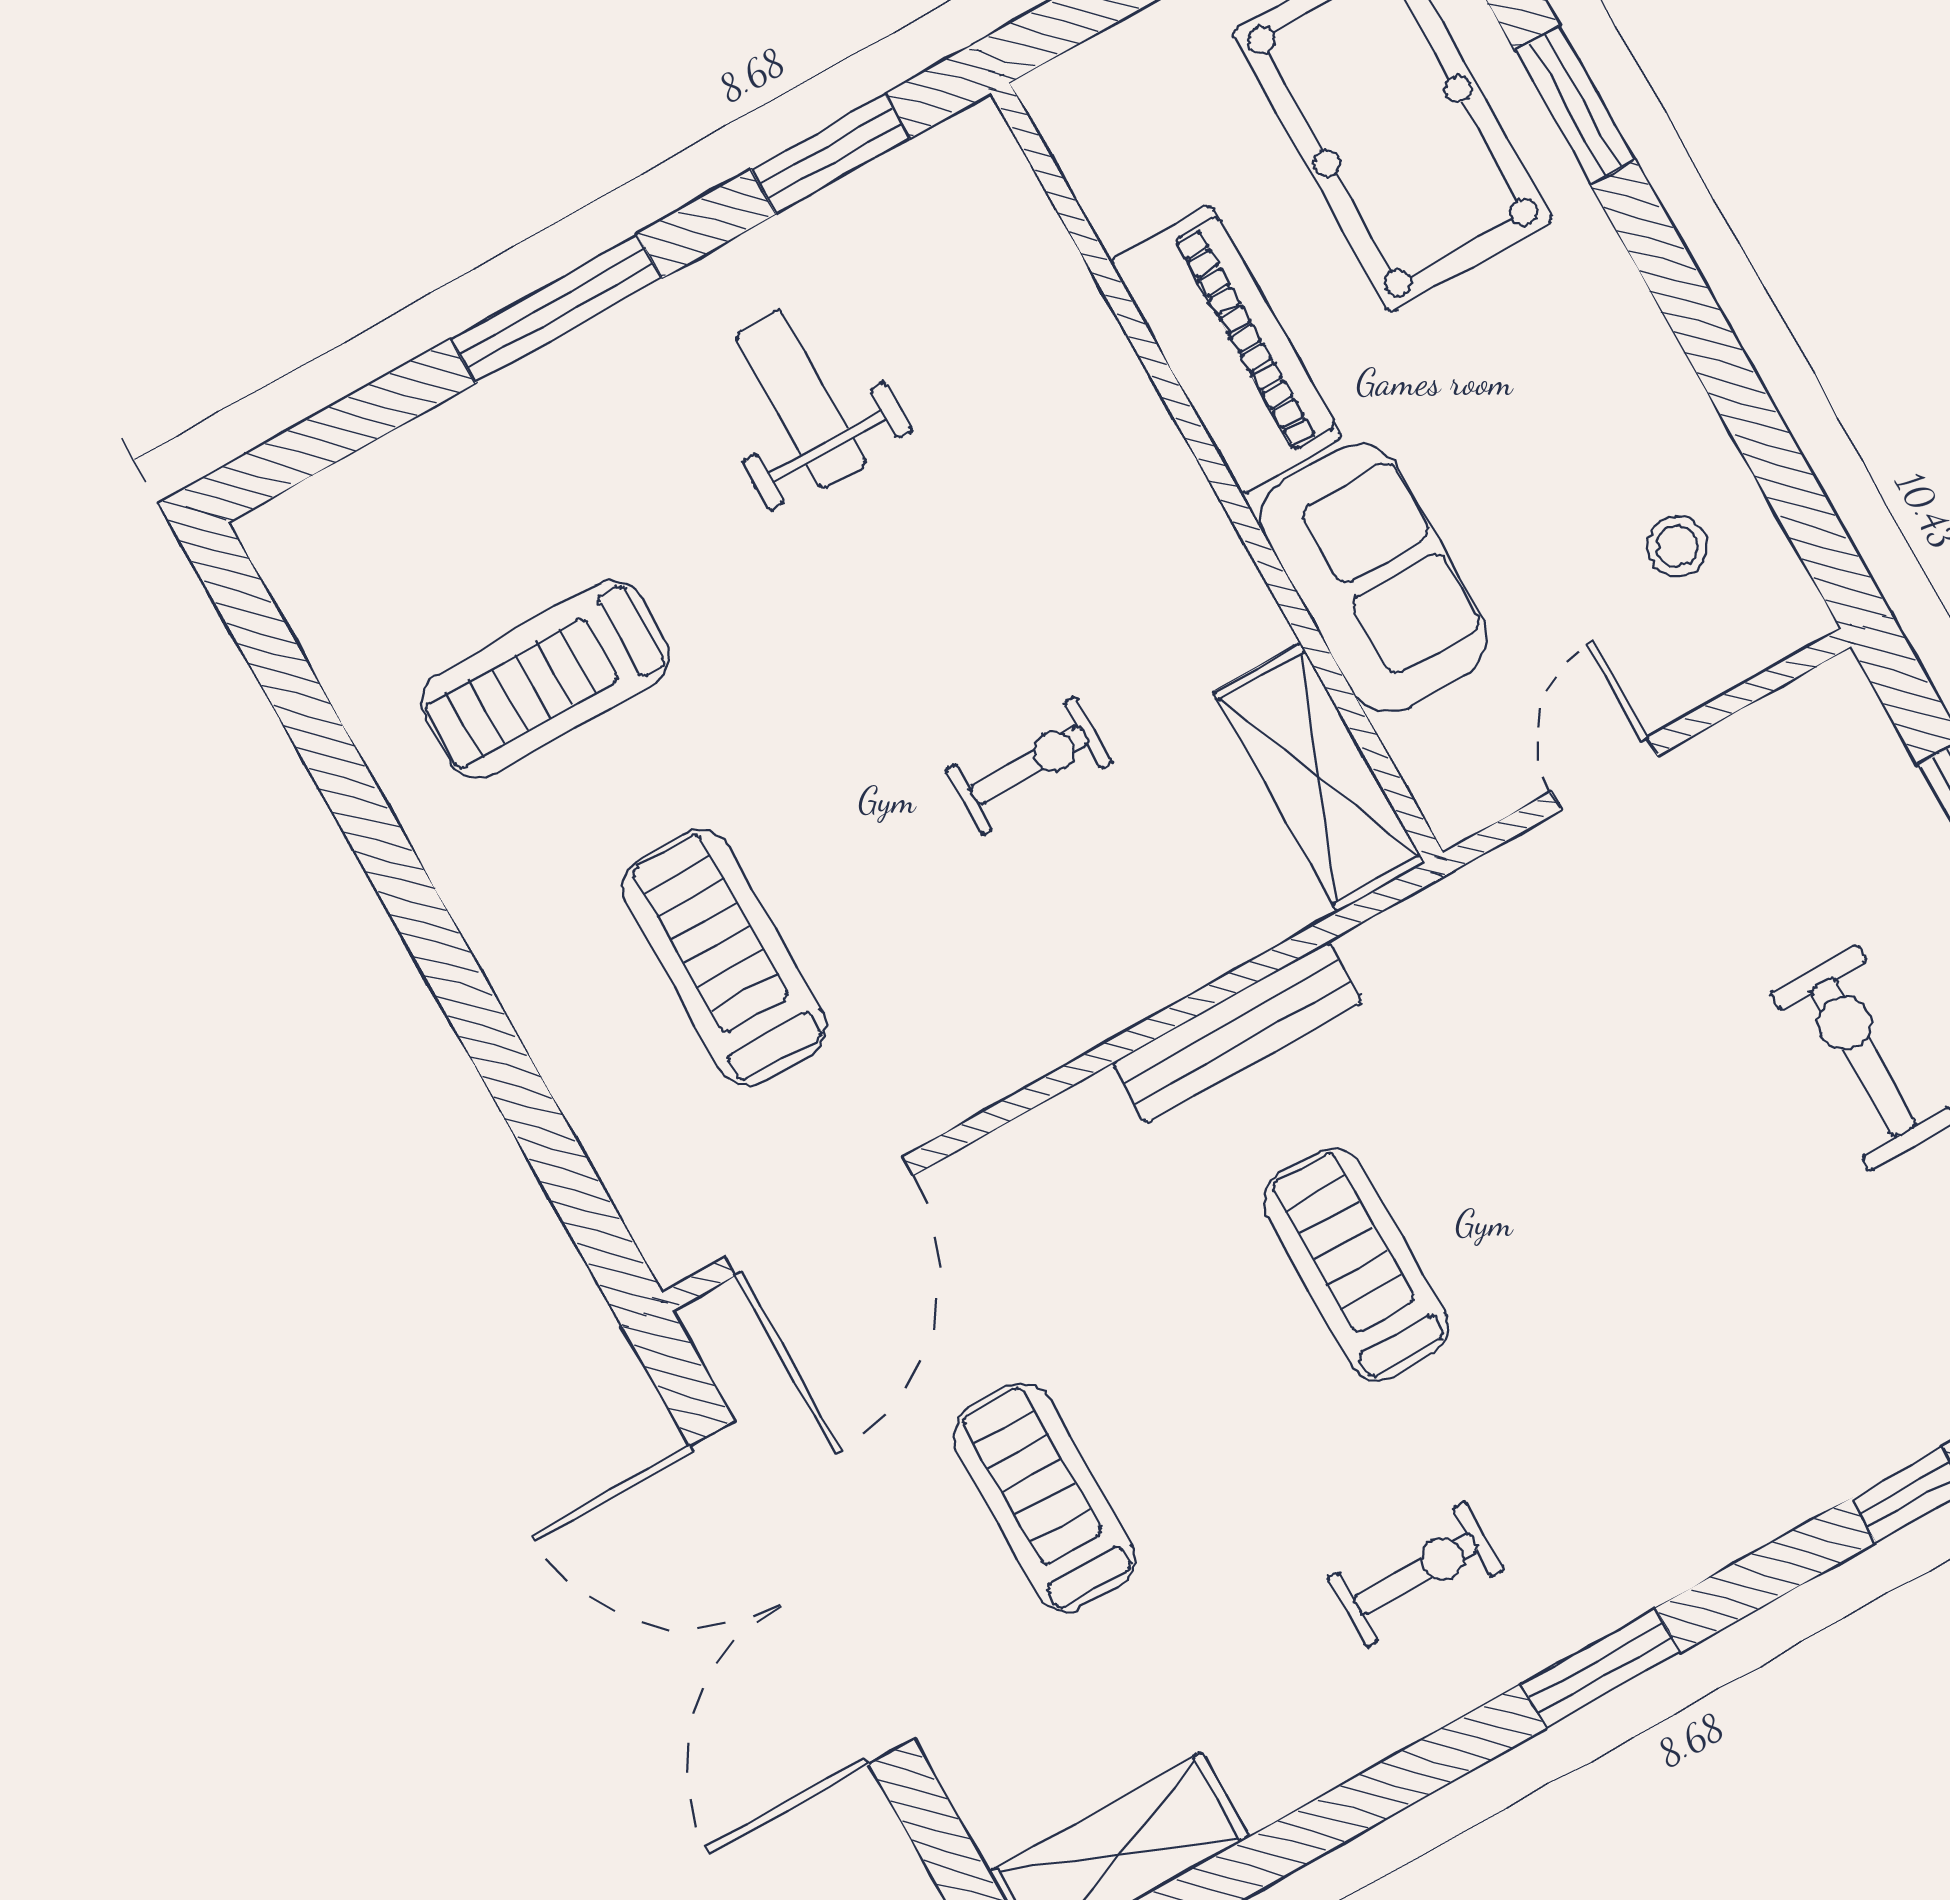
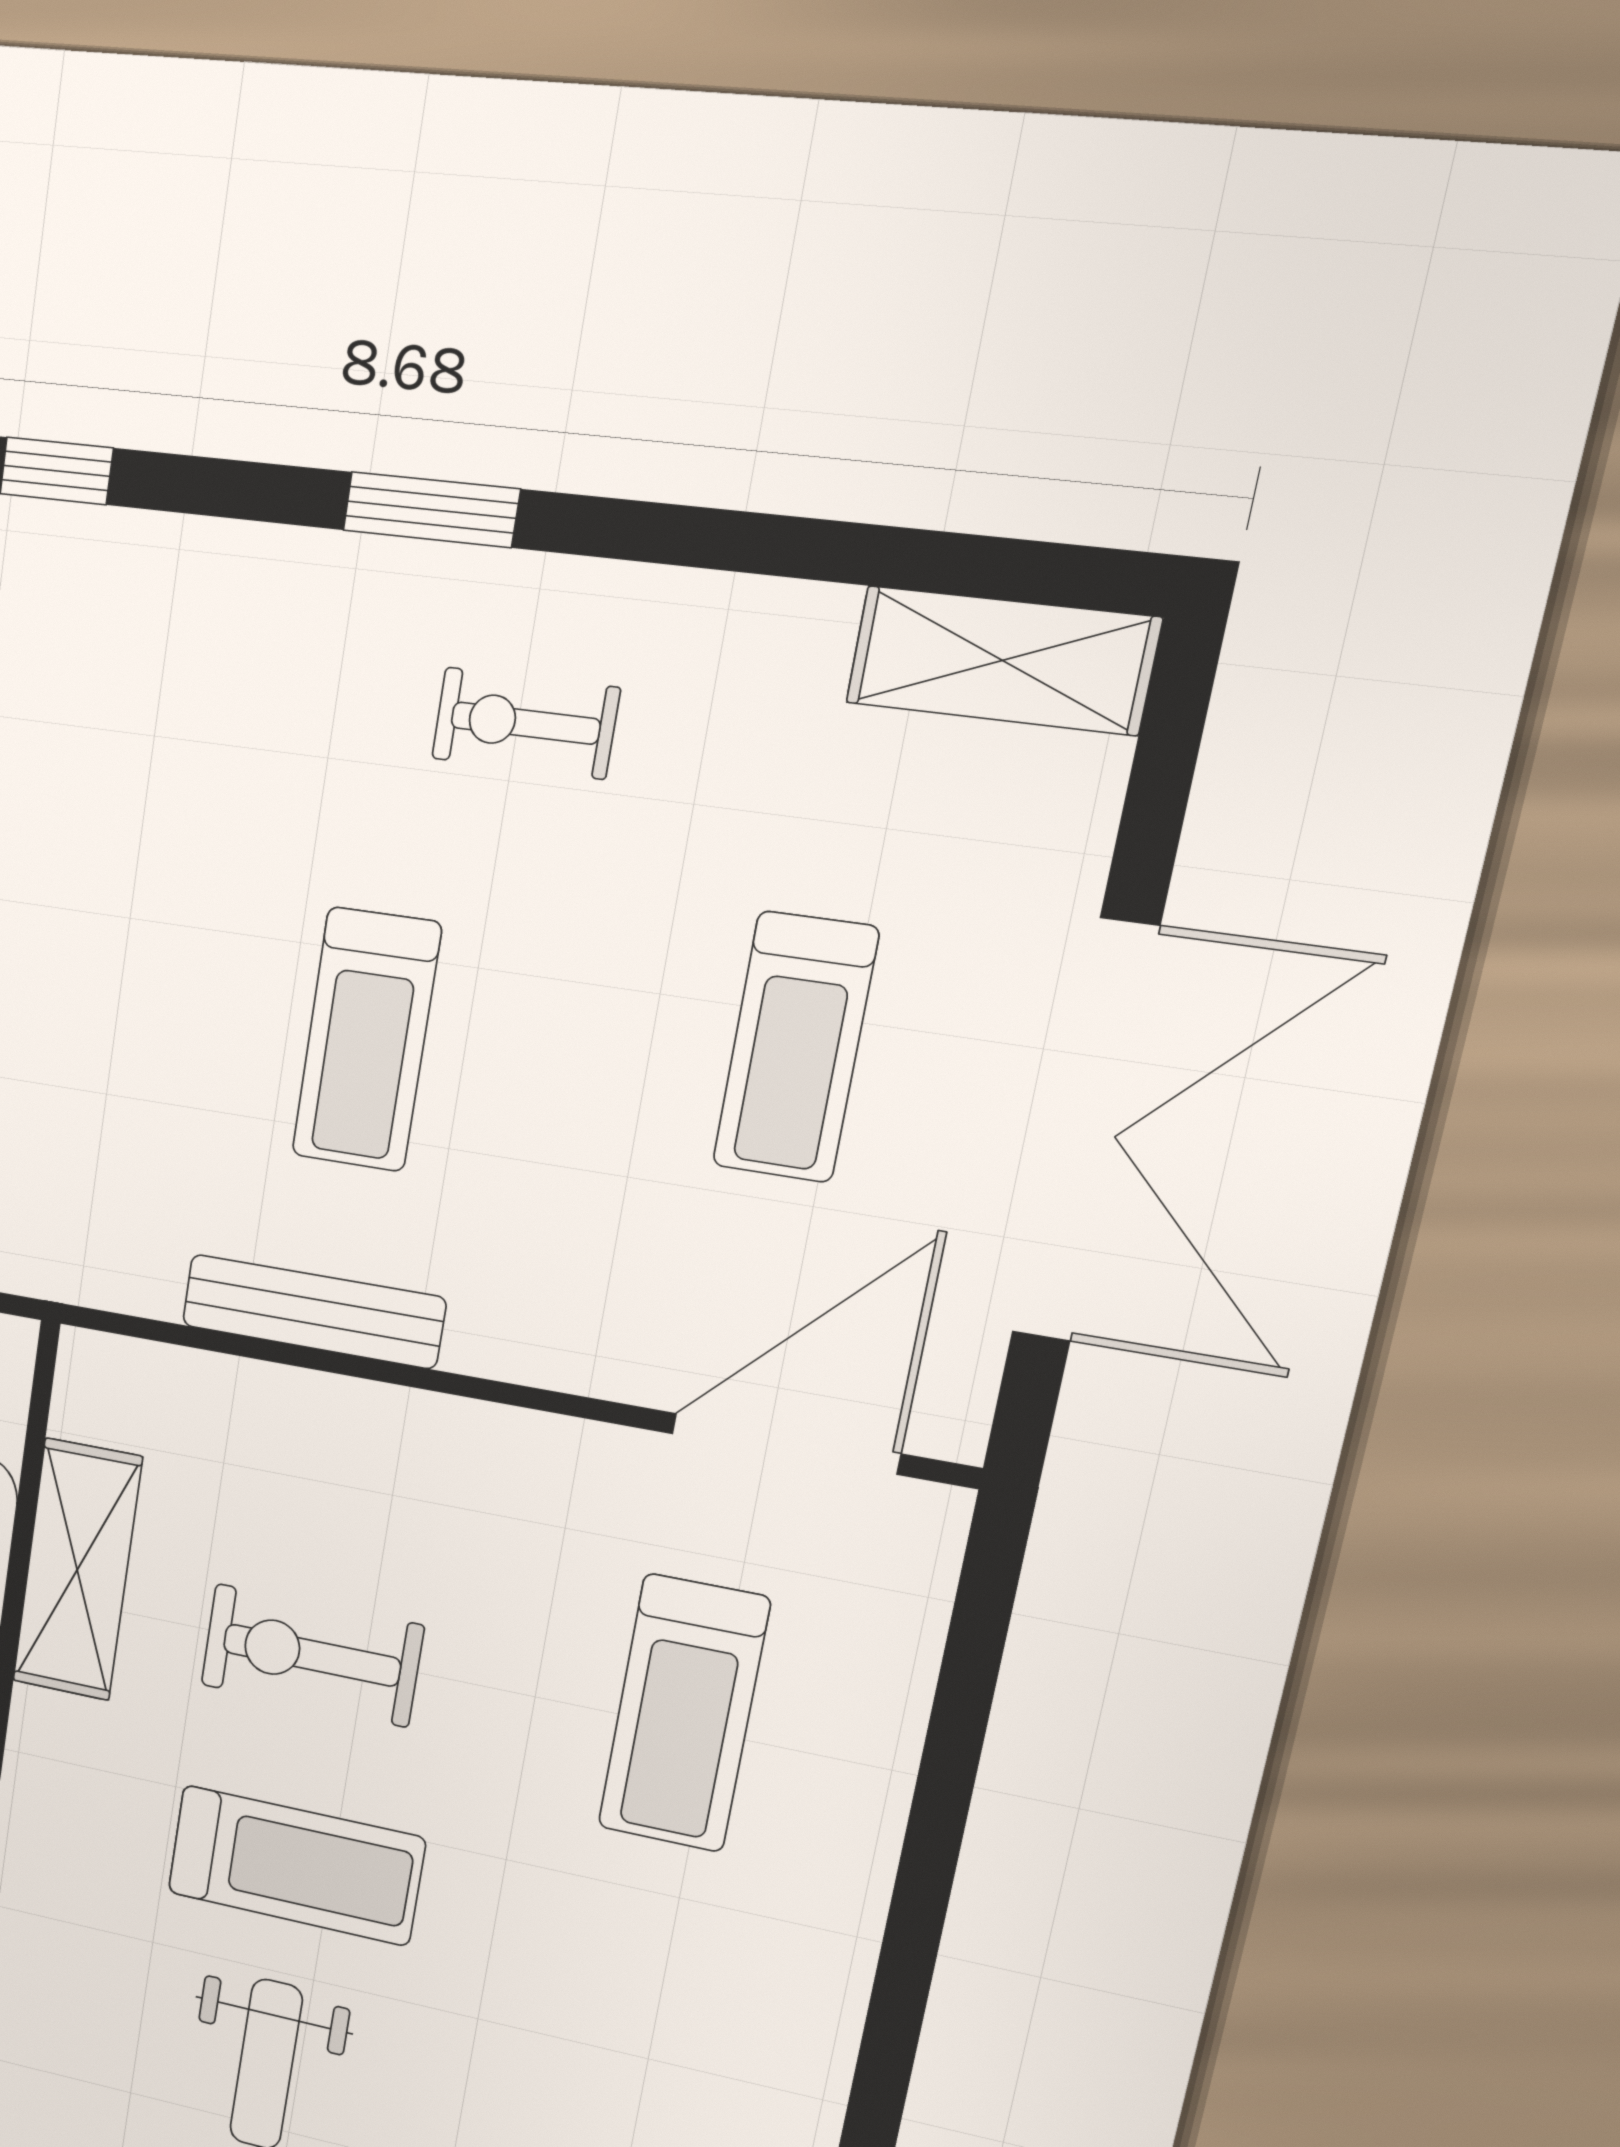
treadmill: (545, 680) -> (296, 1865), moved
exercise bike: (1029, 766) -> (312, 1655), width x1.38, depth x1.39
shelving: (1319, 778) -> (77, 1570), moved

